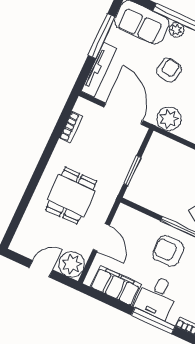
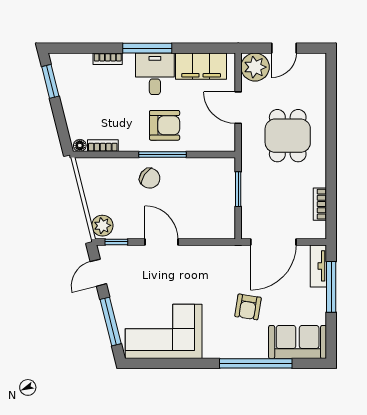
plant: (176, 30) -> (259, 351), removed
window: (102, 36) -> (331, 287), moved
tv unit: (99, 70) -> (318, 266), width x0.71
door: (123, 114) -> (273, 242), hinge flipped
plant: (169, 119) -> (225, 258), removed

